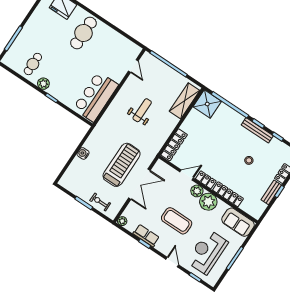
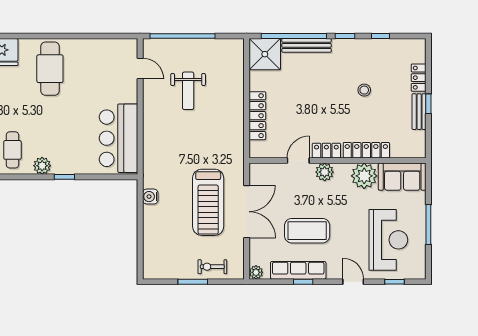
shelving: (185, 101) -> (234, 69), removed
weight bench: (142, 110) -> (188, 91), moved, turned 180
bench: (257, 130) -> (306, 45), moved
locker: (174, 145) -> (257, 116), moved
water cooler: (83, 153) -> (150, 197), moved
treadmill: (122, 165) -> (208, 202), turned 180
plant: (208, 202) -> (364, 176), moved
coffee table: (177, 221) -> (307, 231), moved
row of seats: (146, 236) -> (298, 270), width x1.48
reception desk: (207, 252) -> (388, 240), turned 180

